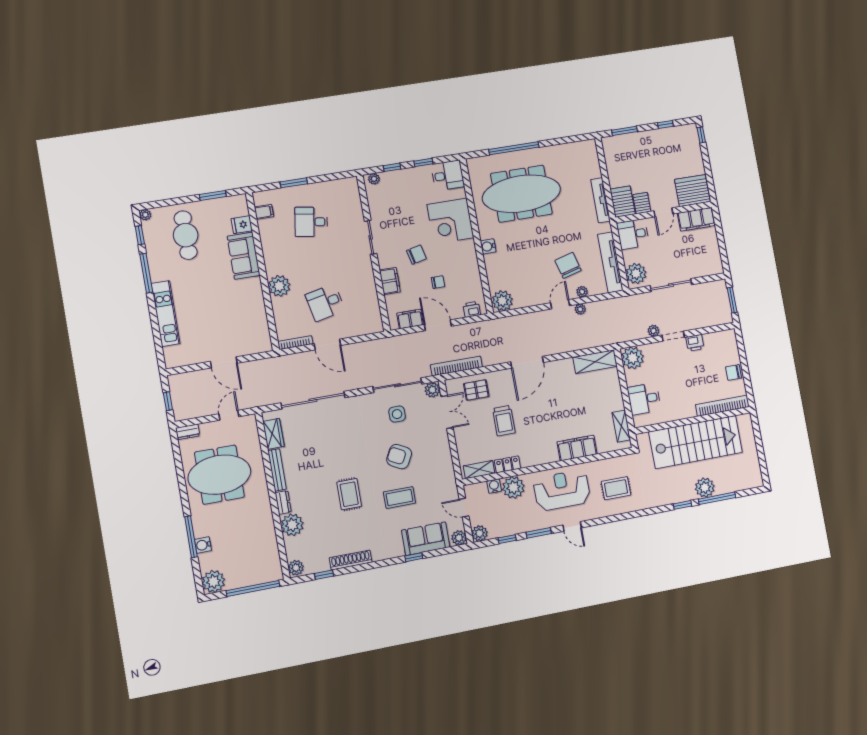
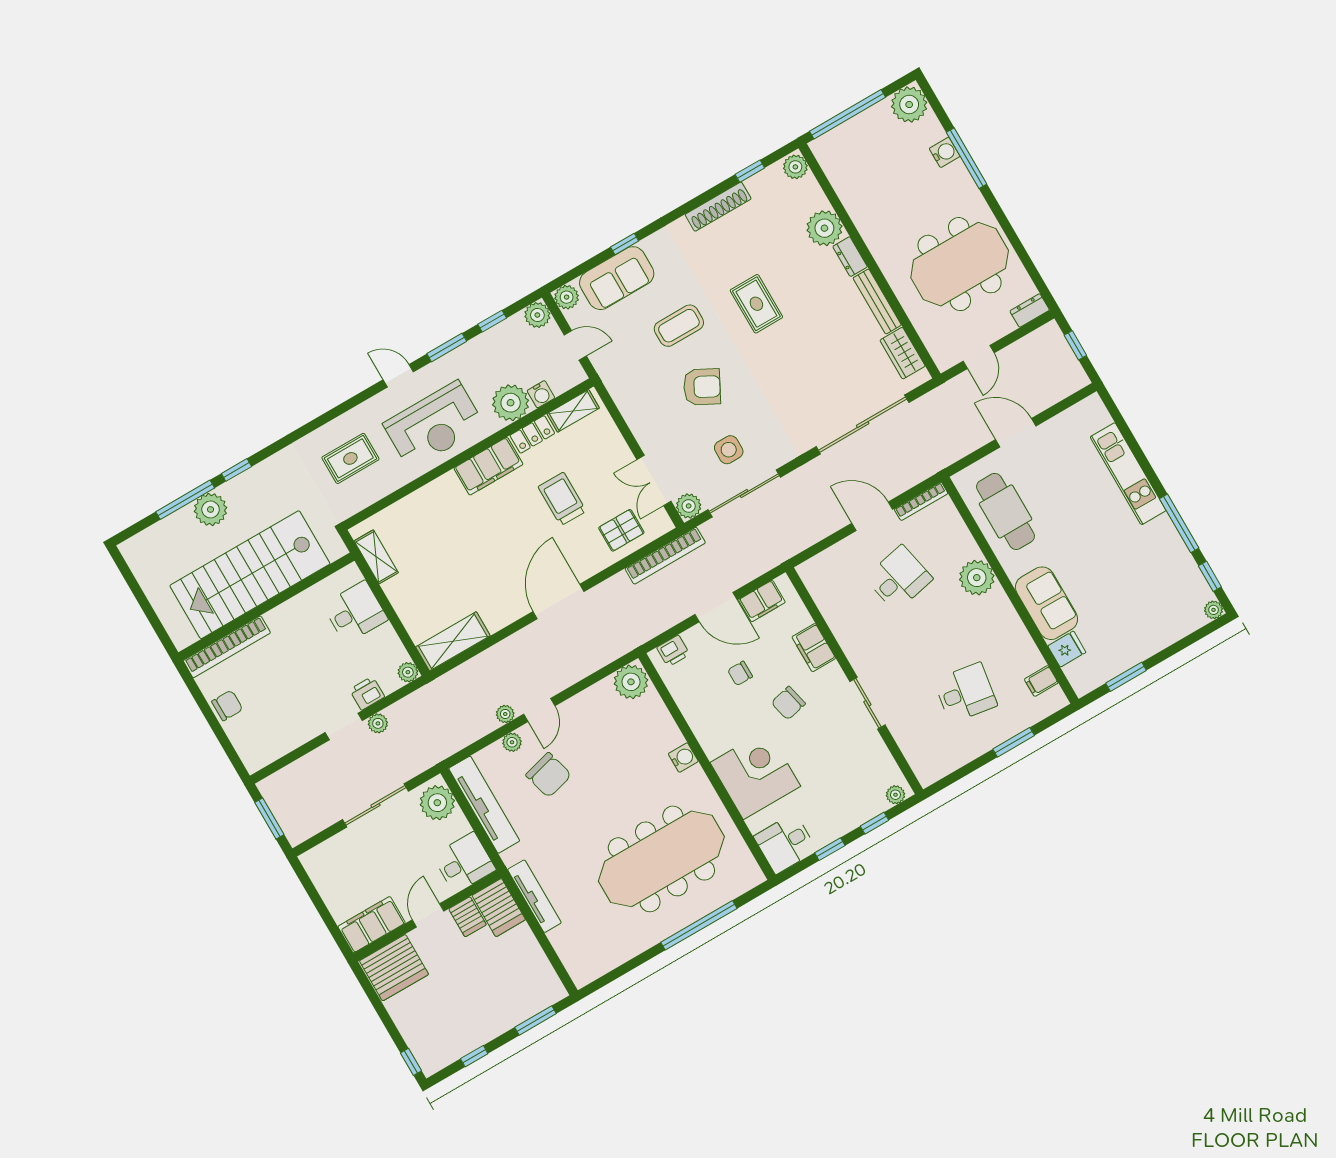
cafe table: (186, 235) -> (1005, 511), moved
printer: (695, 343) -> (367, 693), moved
plant: (633, 358) -> (408, 672), width x0.53, depth x0.53
filing cabinet: (577, 448) -> (488, 466), moved

